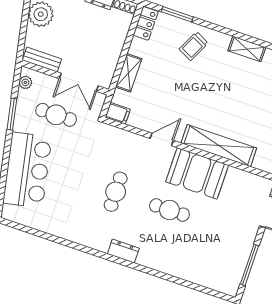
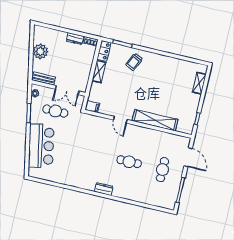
shelving: (247, 49) -> (166, 60), removed
shelving: (129, 73) -> (99, 72), moved
door: (162, 139) -> (120, 120), swing flipped
booth: (197, 173) -> (144, 138), removed
cafe table: (116, 192) -> (162, 170), moved

